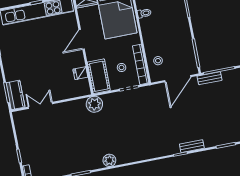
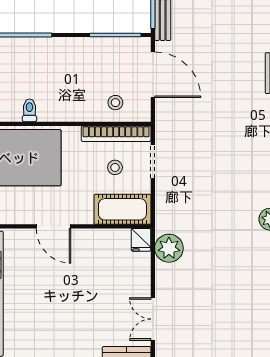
fridge: (80, 73) -> (141, 240), moved
plant: (94, 104) -> (169, 248), moved

